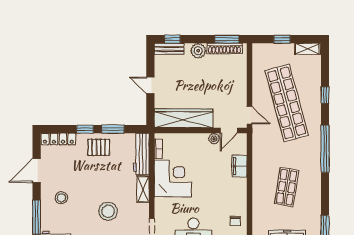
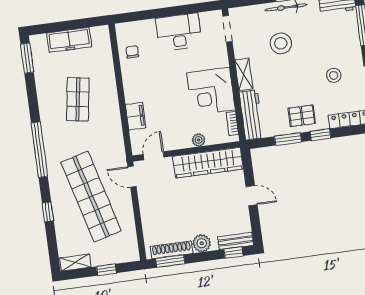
plant: (214, 139) -> (199, 140), moved
stool: (61, 198) -> (334, 75), moved

